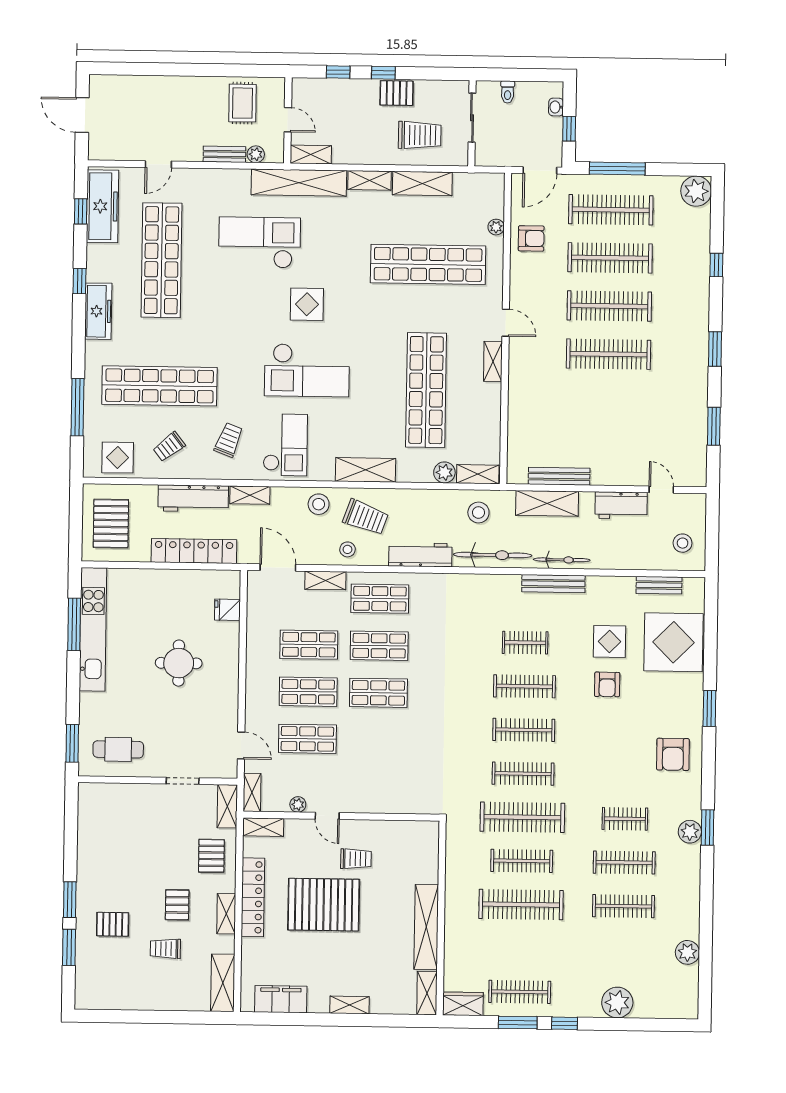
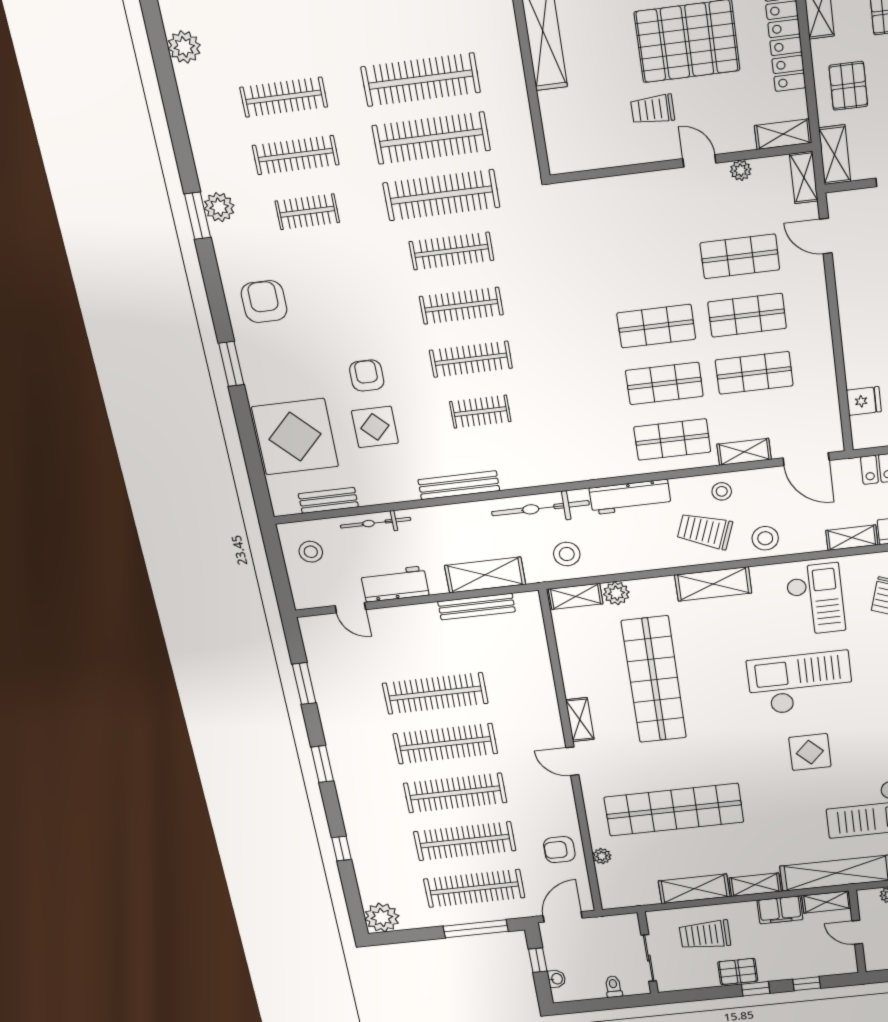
filing cabinet: (352, 152) -> (780, 910), added
clothes rail: (608, 402) -> (435, 693), added
checkout: (285, 445) -> (815, 599), turned 180
bicycle: (562, 560) -> (376, 523), moved
clothes rail: (522, 861) -> (431, 138), width x1.37, depth x1.31

